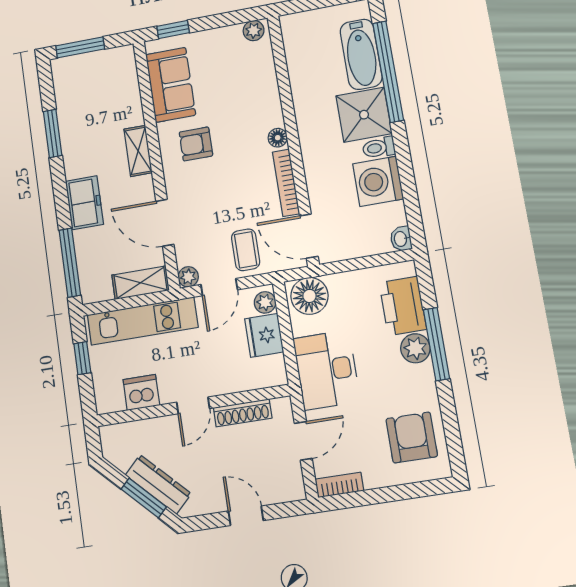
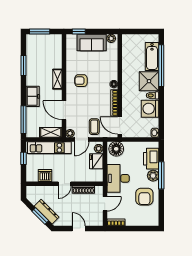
sofa: (171, 85) -> (92, 43), moved, turned 90
armchair: (412, 438) -> (144, 197), moved, turned 180

